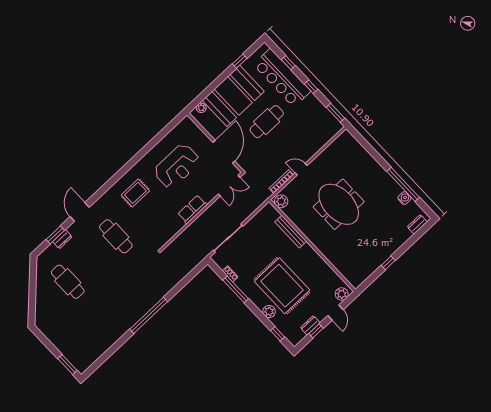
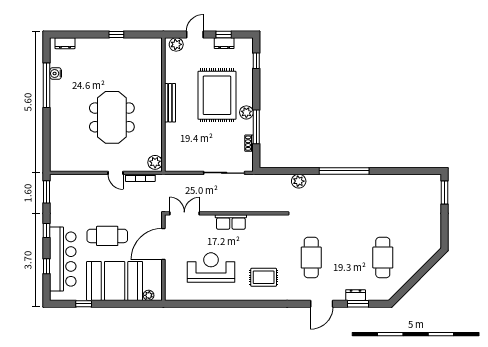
bench: (291, 232) -> (170, 103), moved
plant: (173, 280) -> (299, 181), added
plant: (269, 312) -> (246, 112), moved

